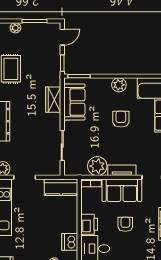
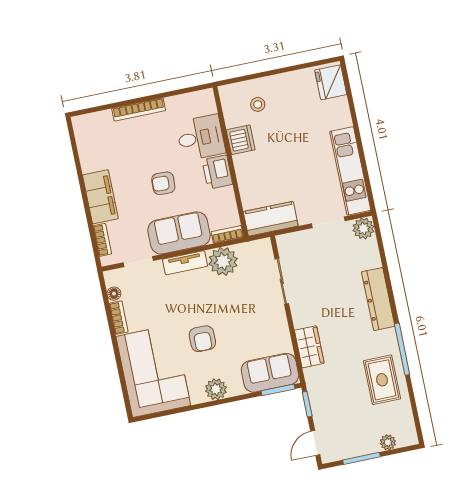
sofa: (74, 102) -> (270, 373), moved, turned 90
armchair: (125, 224) -> (163, 183), turned 92

